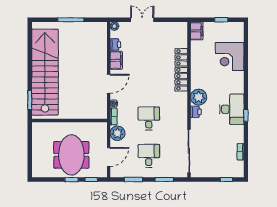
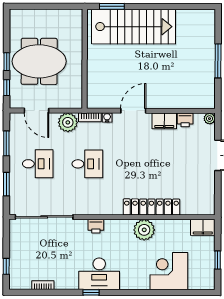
stairs: (45, 72) -> (134, 27), width x0.73
door: (109, 84) -> (133, 111), swing flipped
plant: (199, 97) -> (144, 230), moved

